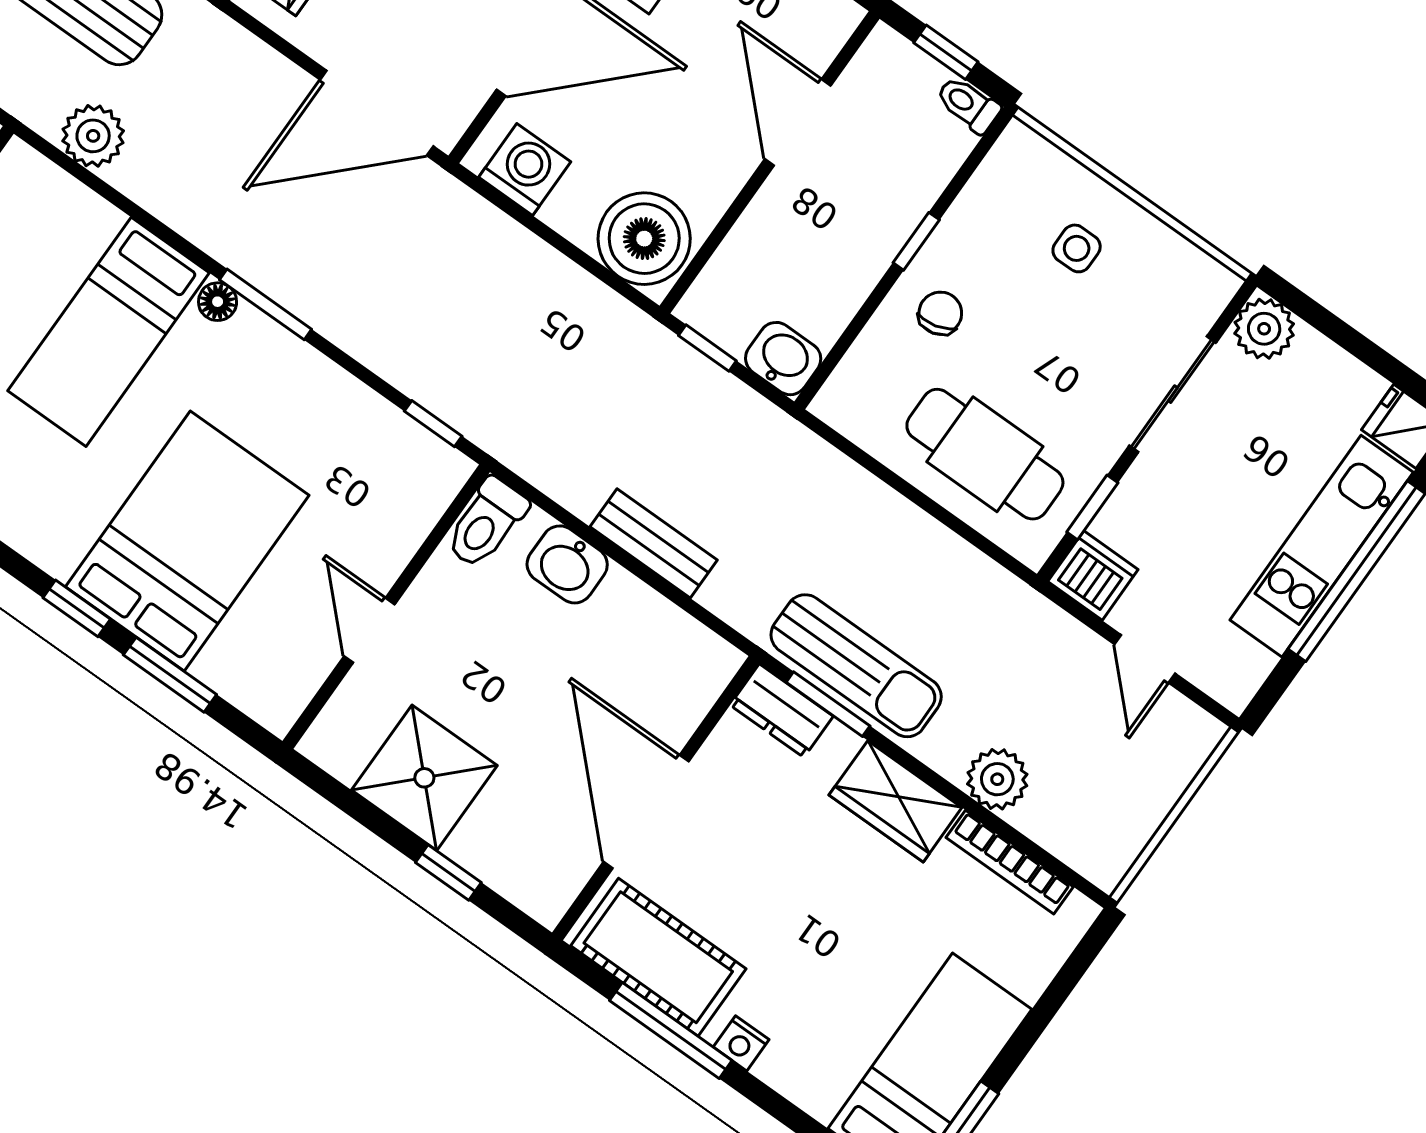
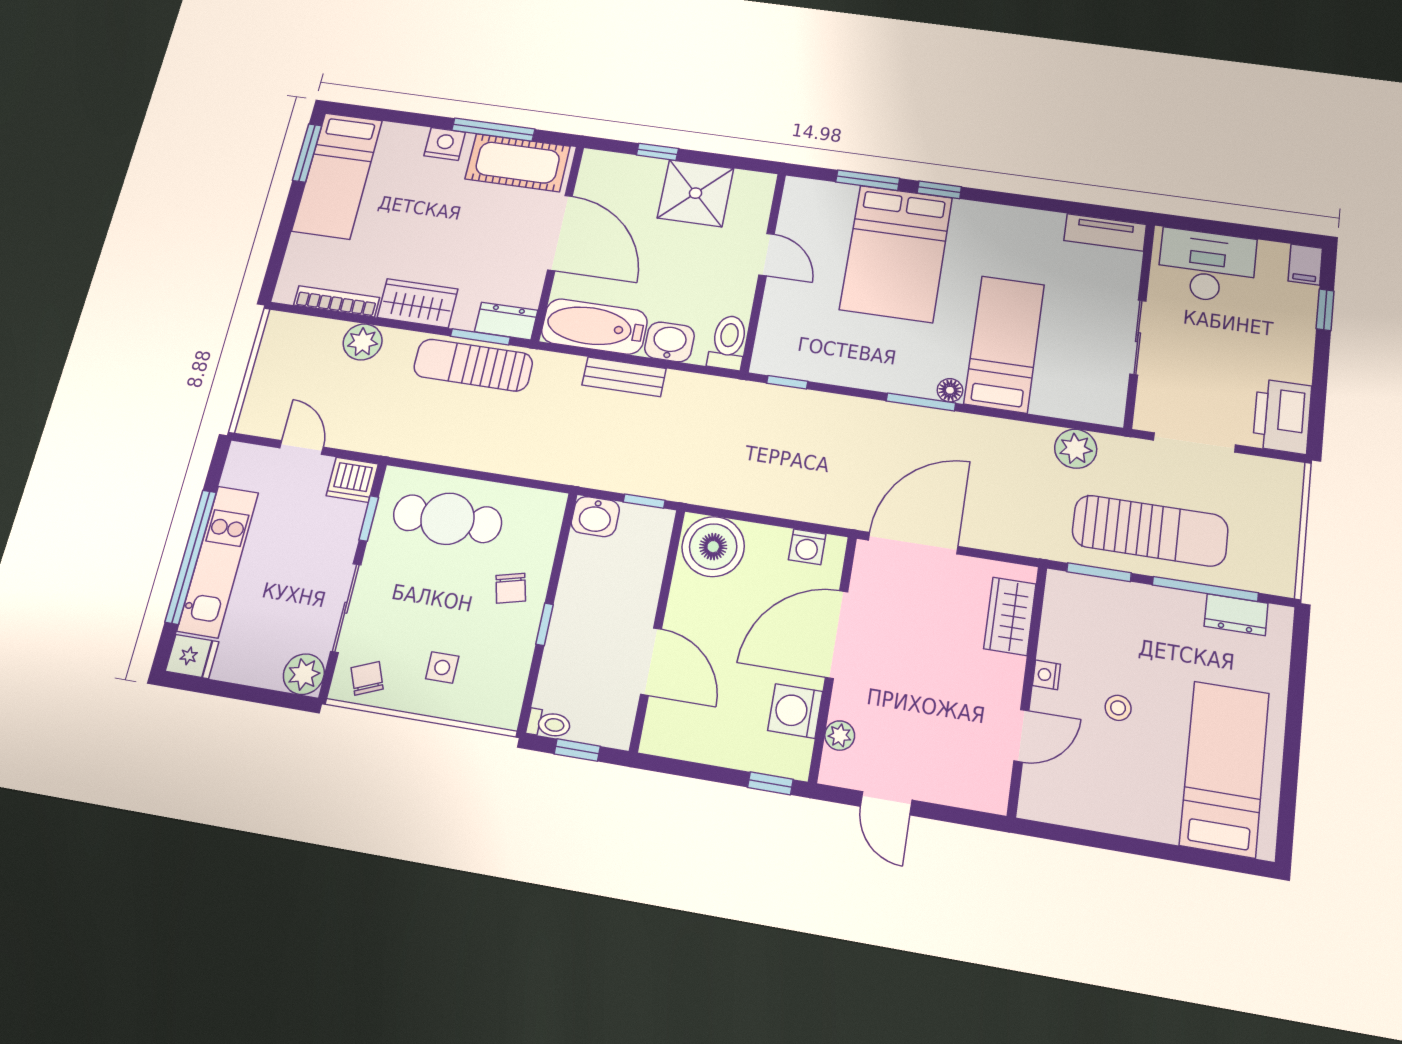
washing machine: (525, 169) -> (807, 547), width x0.73, depth x0.73
chair: (1182, 282) -> (367, 678), added
bathtub: (661, 640) -> (594, 326), added
nightstand: (741, 1043) -> (445, 144), width x1.39, depth x1.35

